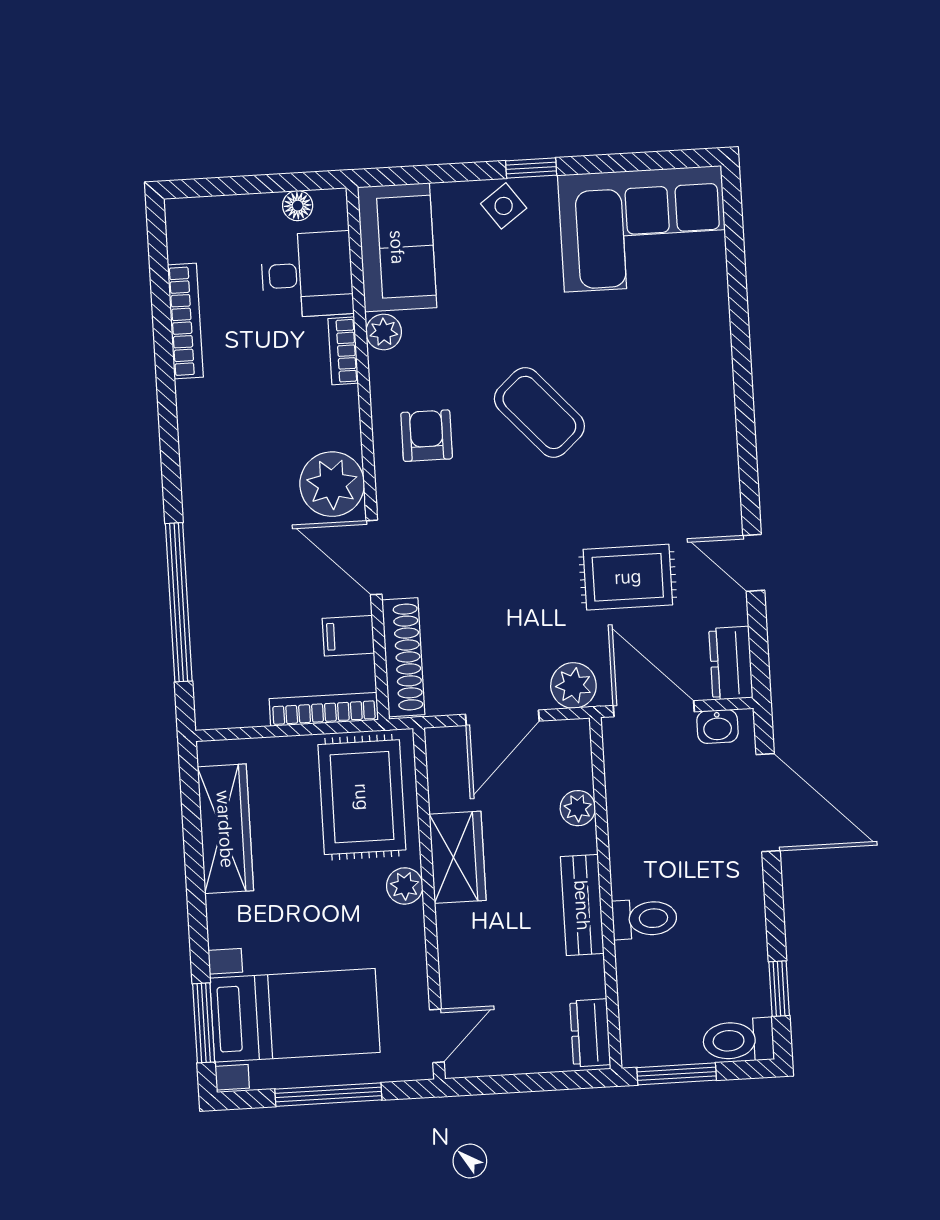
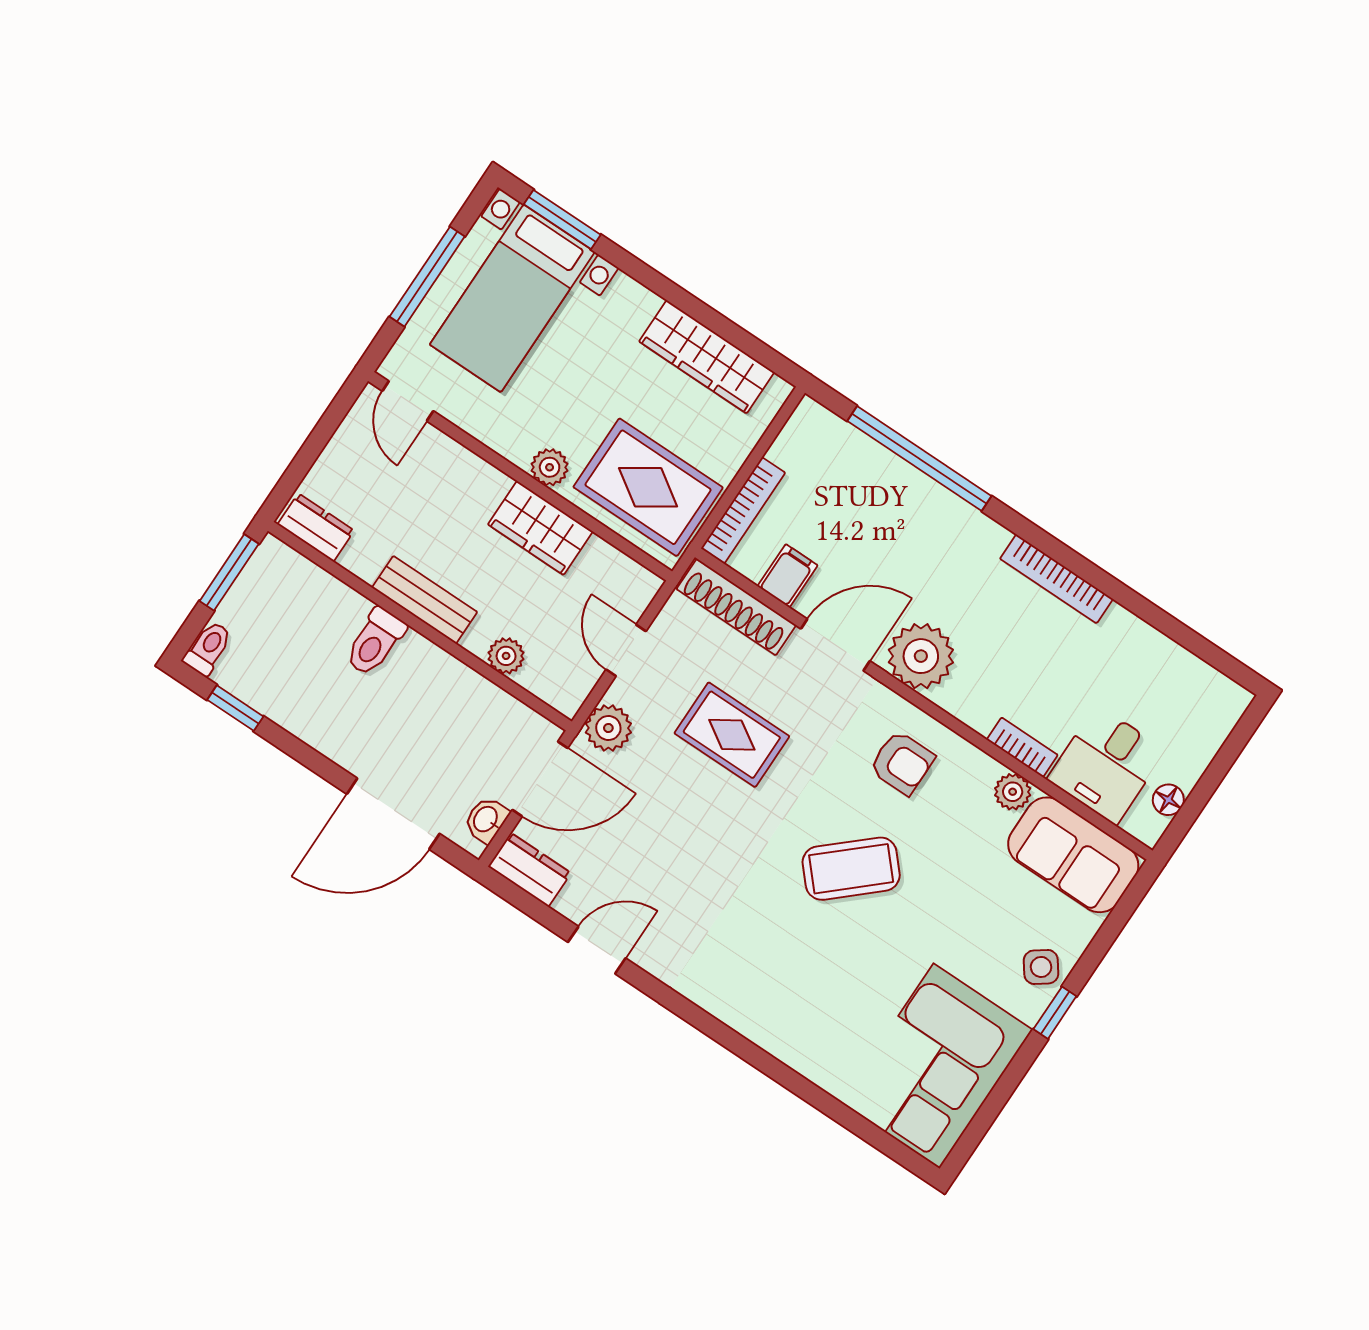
bookcase: (185, 321) -> (1056, 579), moved
rug: (628, 577) -> (732, 735), moved, turned 90
door: (502, 718) -> (626, 650), width x0.73
toilet: (738, 1040) -> (208, 648), width x0.73, depth x0.72

